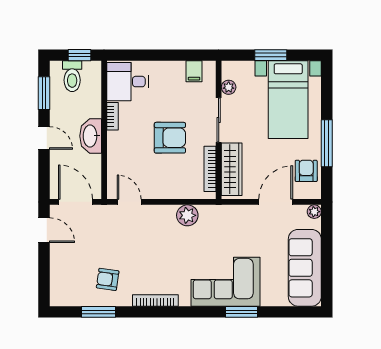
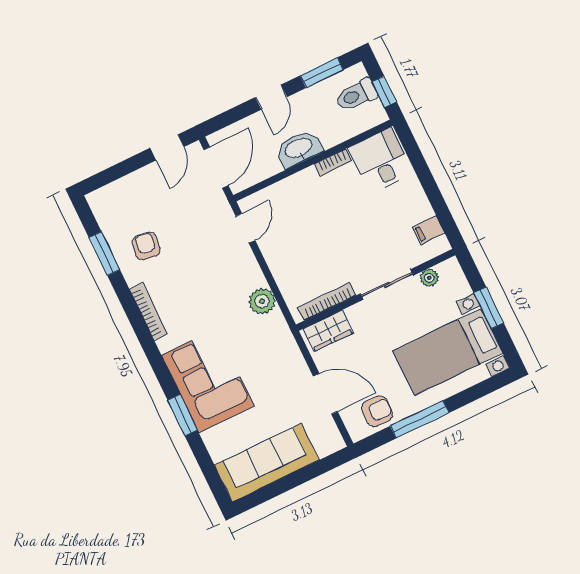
armchair: (170, 138) -> (340, 239), removed
wardrobe: (232, 169) -> (328, 331), width x0.67
plant: (314, 212) -> (336, 443), removed

